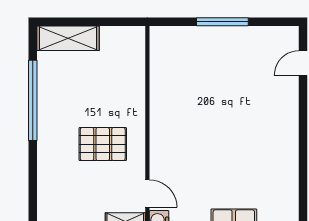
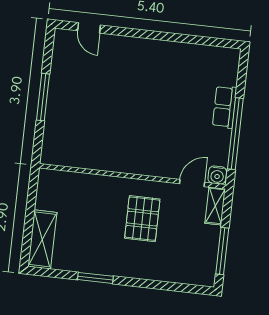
window: (33, 100) -> (95, 278), width x0.47

